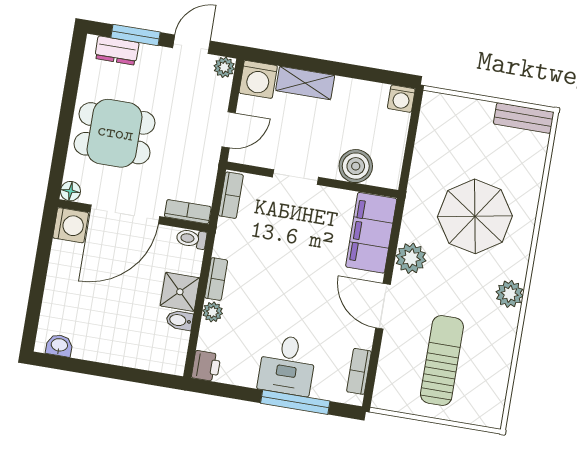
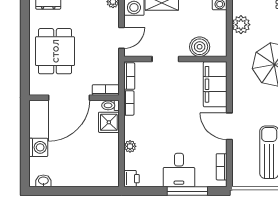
dining table: (115, 133) -> (55, 51), turned 90
floor lamp: (70, 191) -> (35, 89), removed
washing machine: (71, 225) -> (38, 147), moved
plant: (411, 258) -> (241, 25), moved
bookcase: (216, 279) -> (129, 103), moved
shower: (180, 292) -> (109, 122), moved
bidet: (180, 320) -> (111, 154), removed

